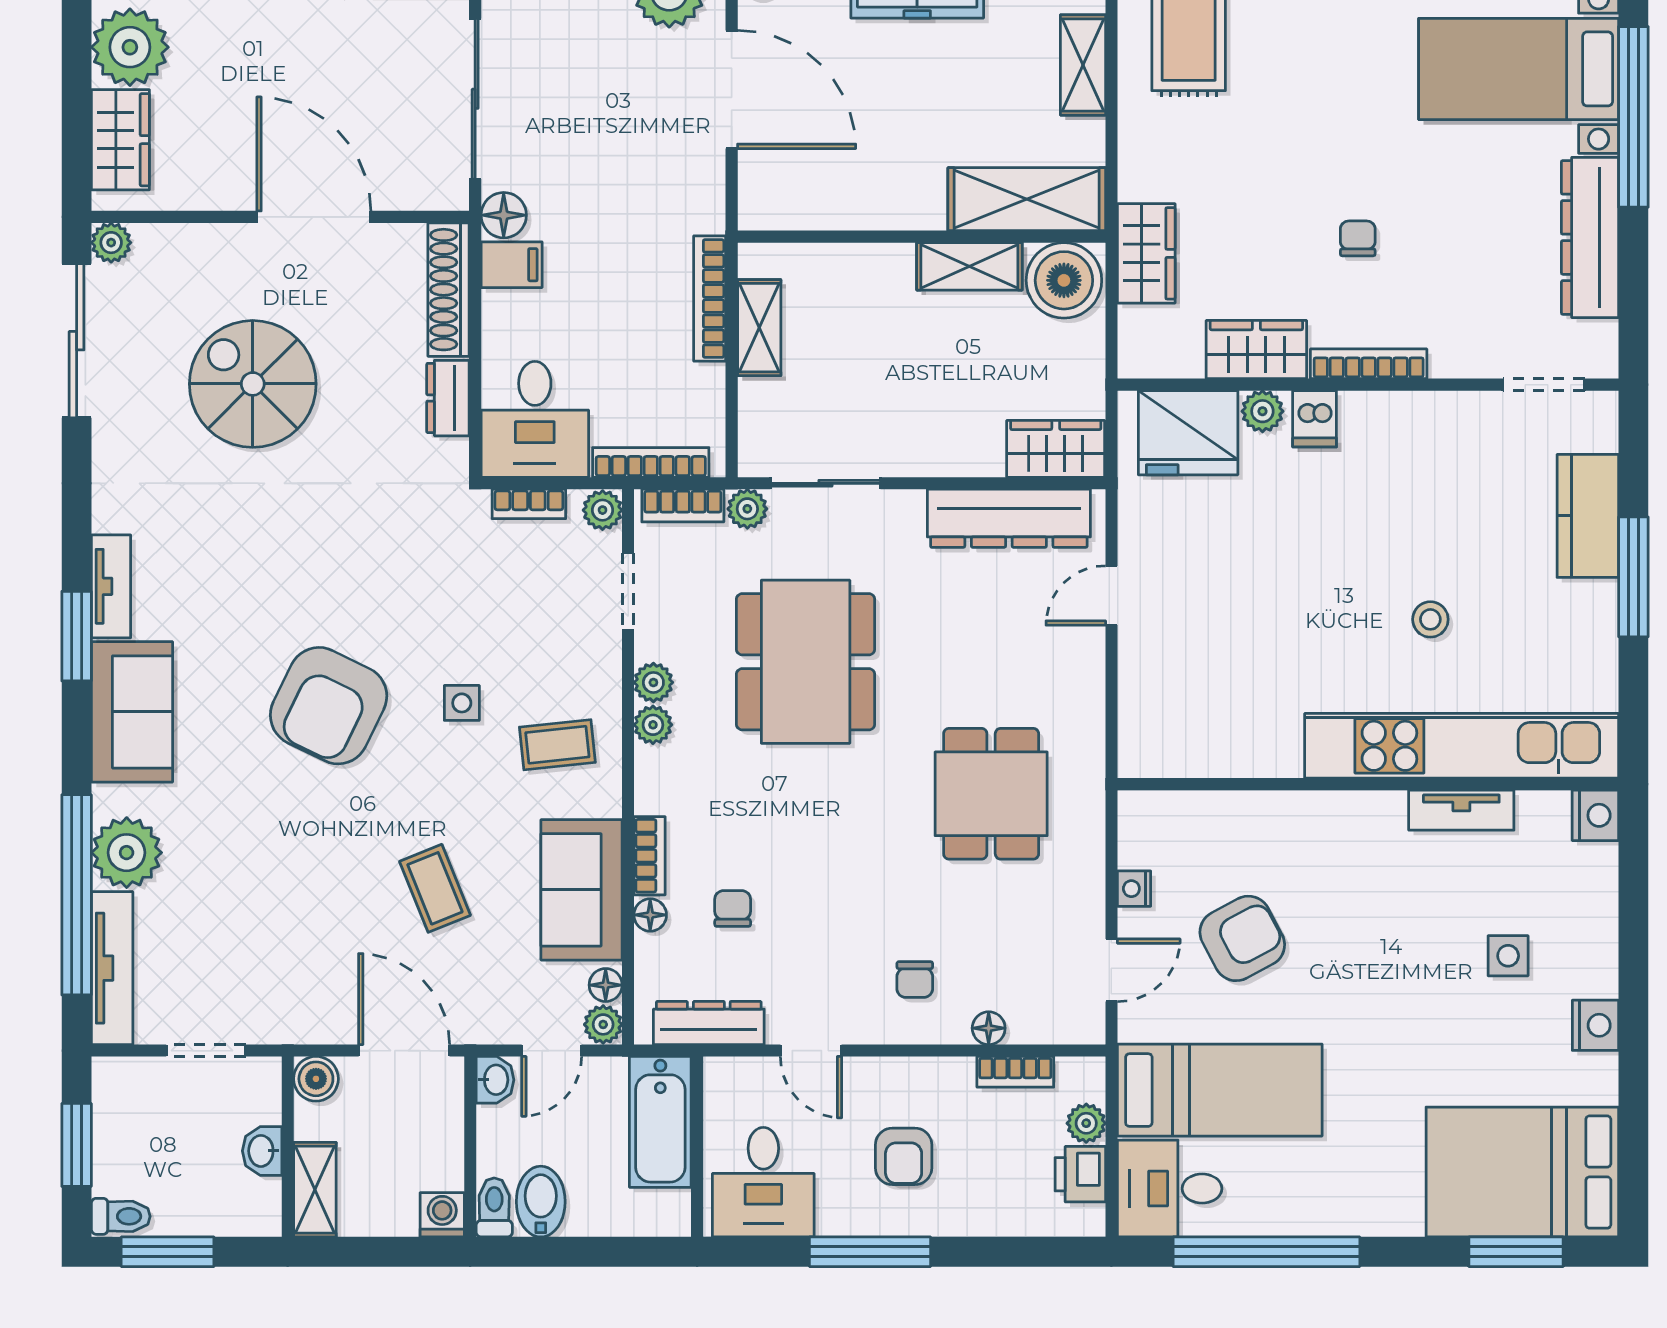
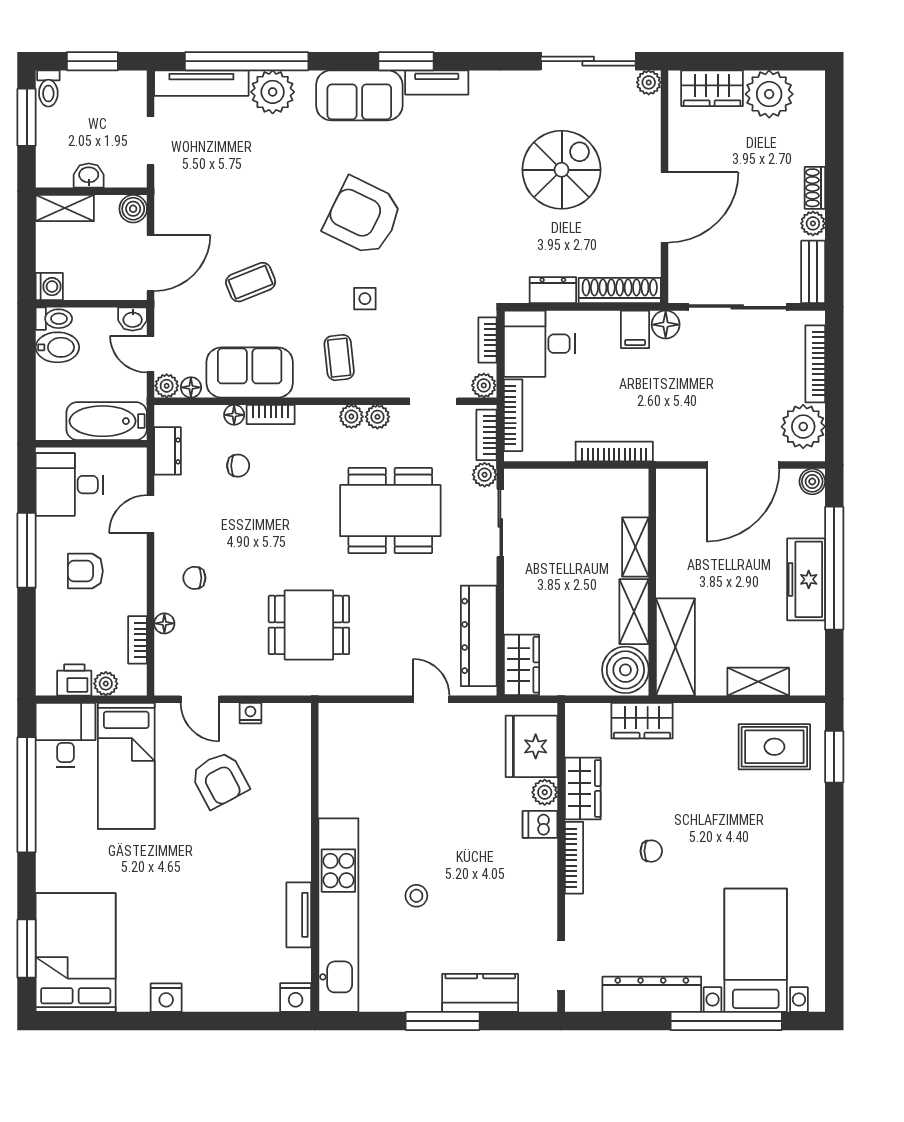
shelving: (759, 328) -> (635, 547), moved, turned 90
side table: (1508, 956) -> (209, 944), removed
dresser: (709, 1023) -> (168, 451), width x0.70

